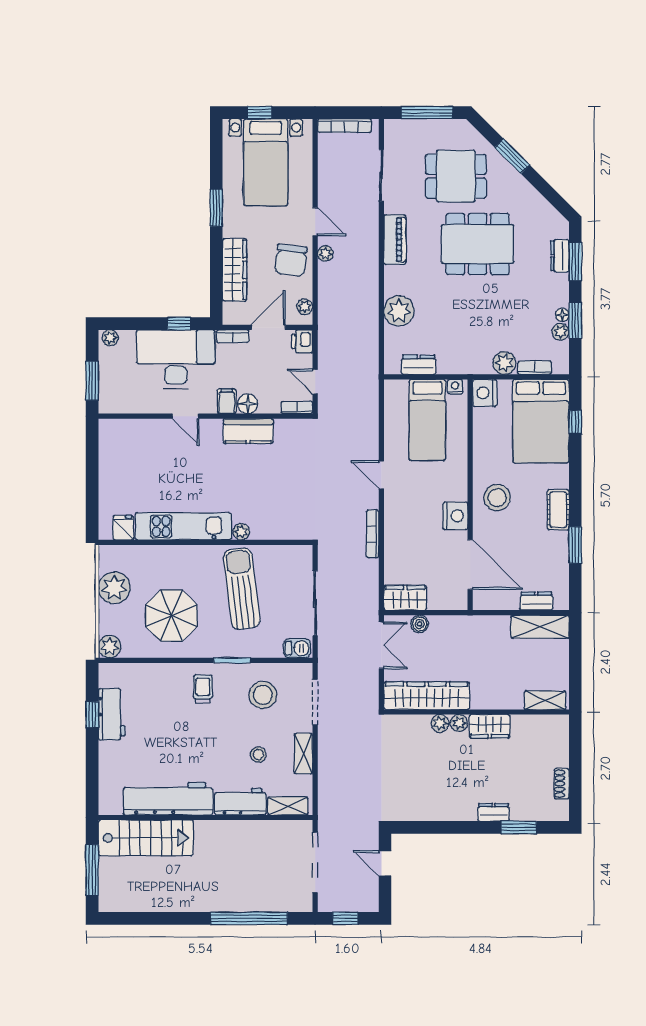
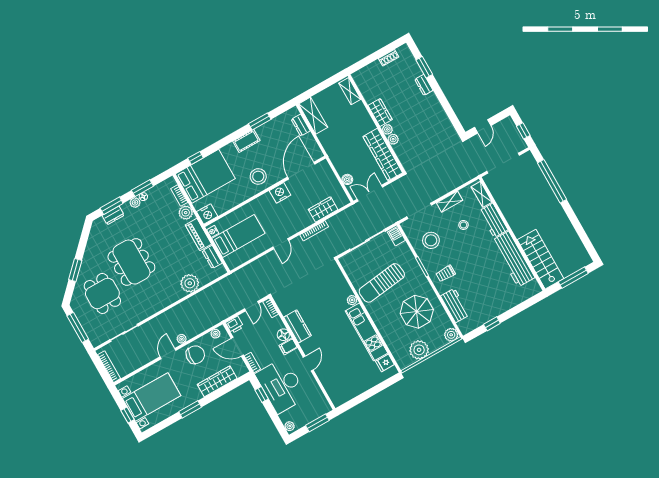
piano: (395, 240) -> (198, 235), moved, turned -90
plant: (561, 332) -> (135, 203), moved
wardrobe: (405, 598) -> (323, 209), moved, turned 90
workbench: (112, 714) -> (455, 305), moved, turned 90

